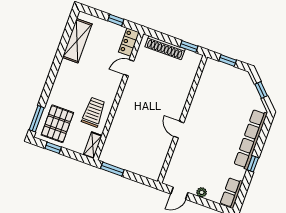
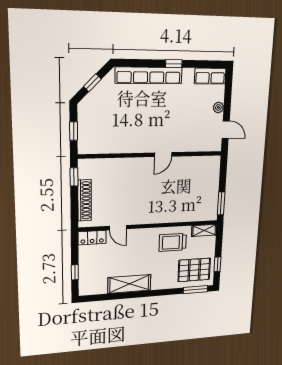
window: (116, 20) -> (75, 272), moved
shelving: (77, 41) -> (129, 284), moved

